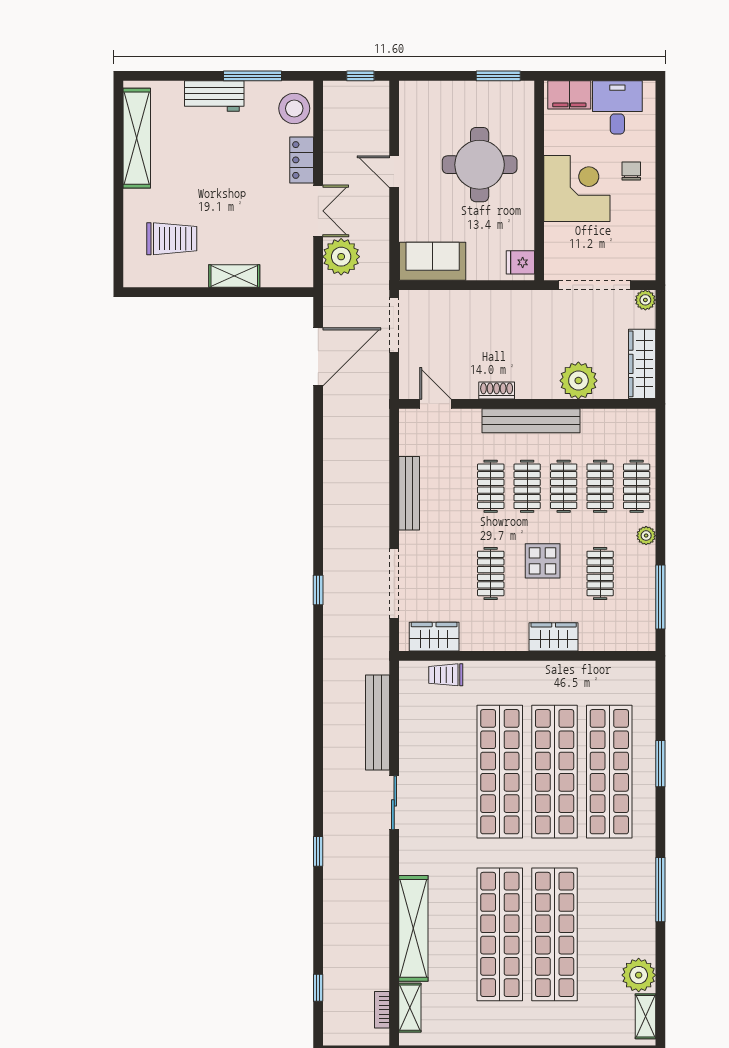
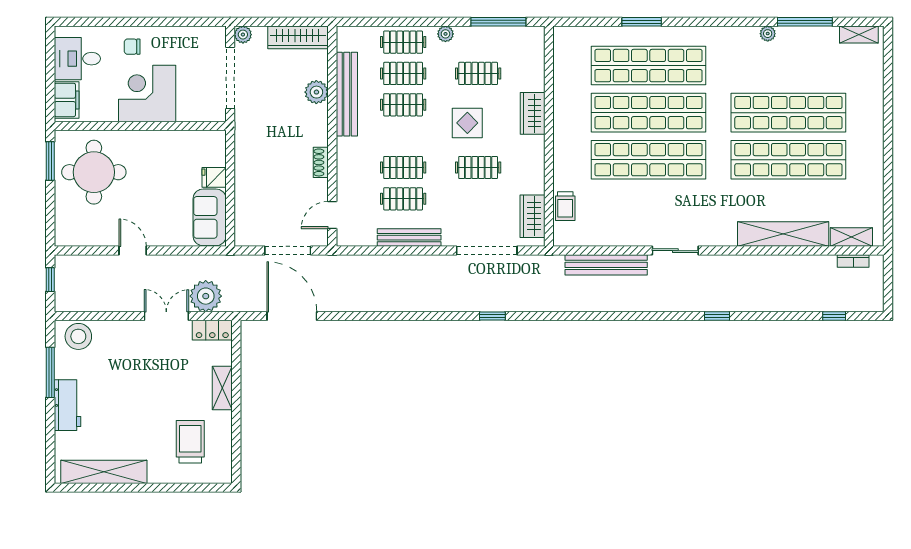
locker: (302, 160) -> (212, 330), moved
round table: (480, 165) -> (94, 172), moved
door: (394, 172) -> (133, 251), swing flipped
fridge: (520, 262) -> (214, 177), moved, turned 90
doorway: (394, 325) -> (288, 251), moved
plant: (578, 381) -> (316, 92), width x0.73, depth x0.73
bench: (531, 421) -> (347, 94), moved
clothes rail: (527, 486) -> (403, 199), moved
window: (660, 890) -> (805, 22), moved
plant: (639, 975) -> (768, 34), moved, width x0.53, depth x0.53

